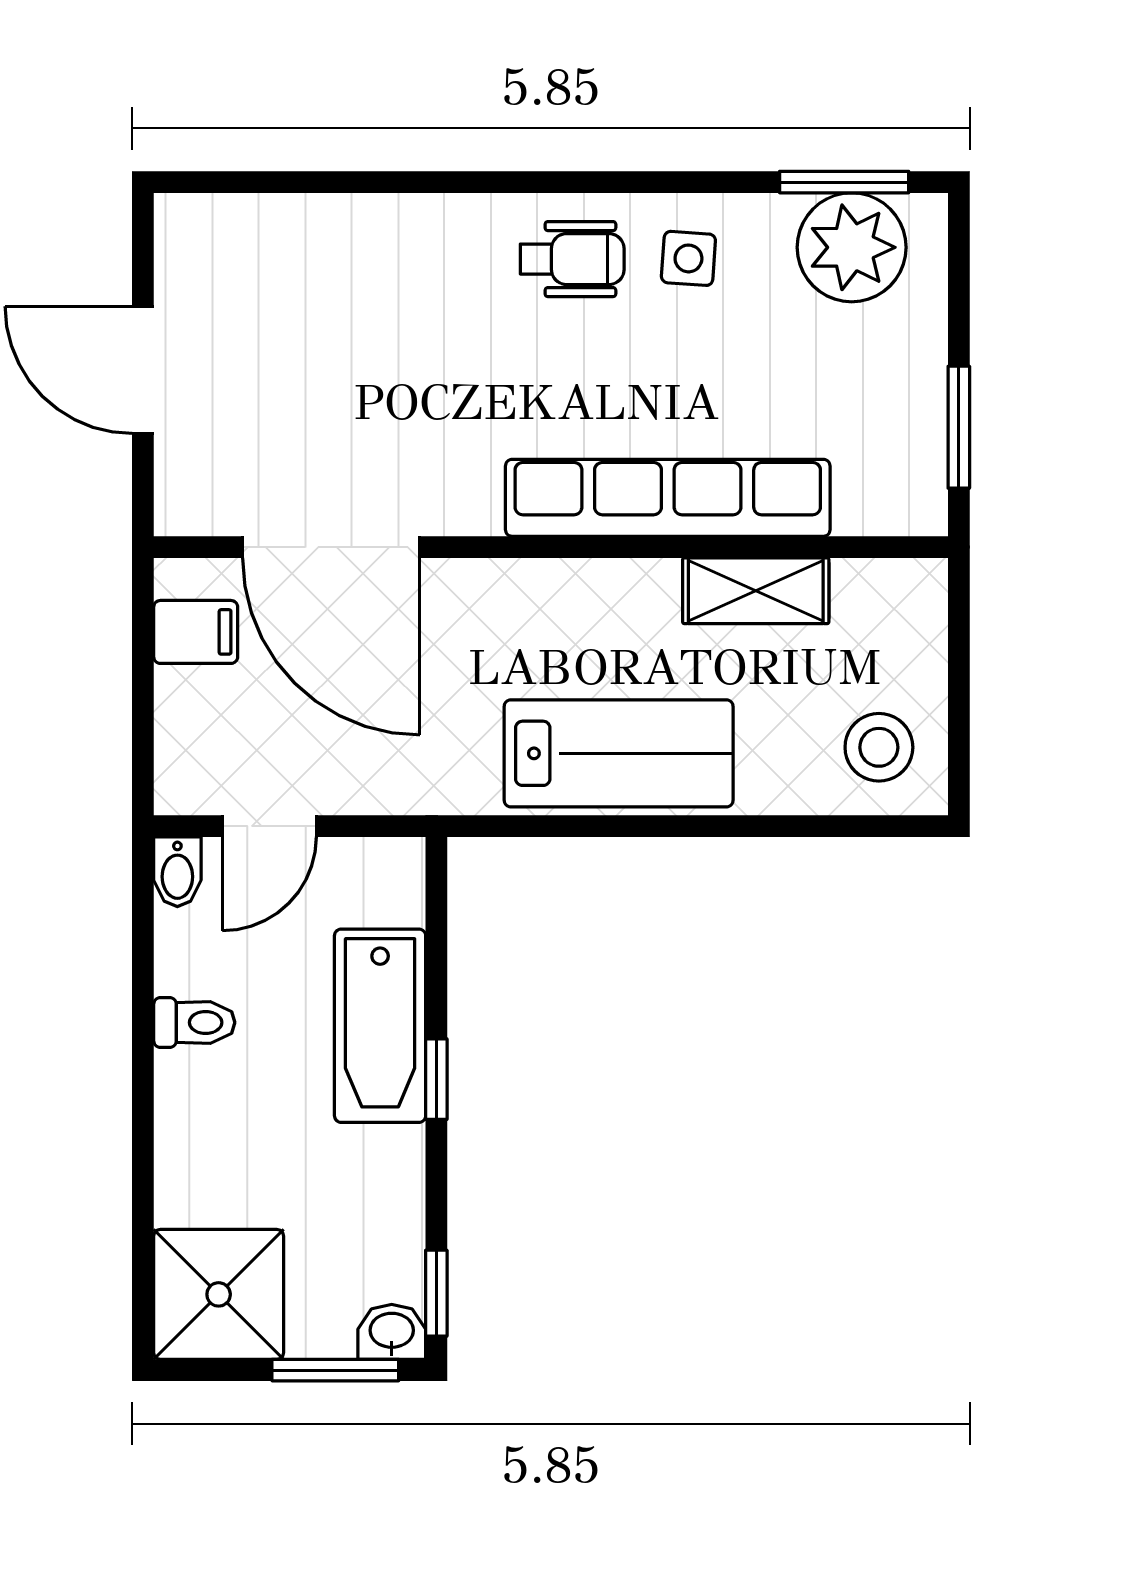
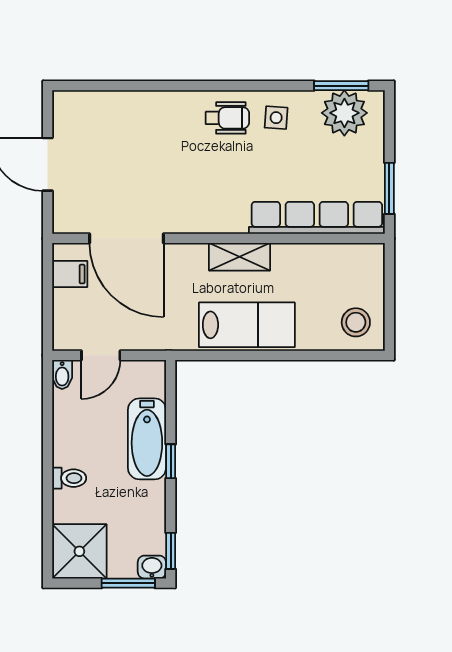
row of seats: (668, 498) -> (317, 218), moved
shelving: (756, 591) -> (240, 257), moved
toilet: (194, 1022) -> (69, 478), moved

